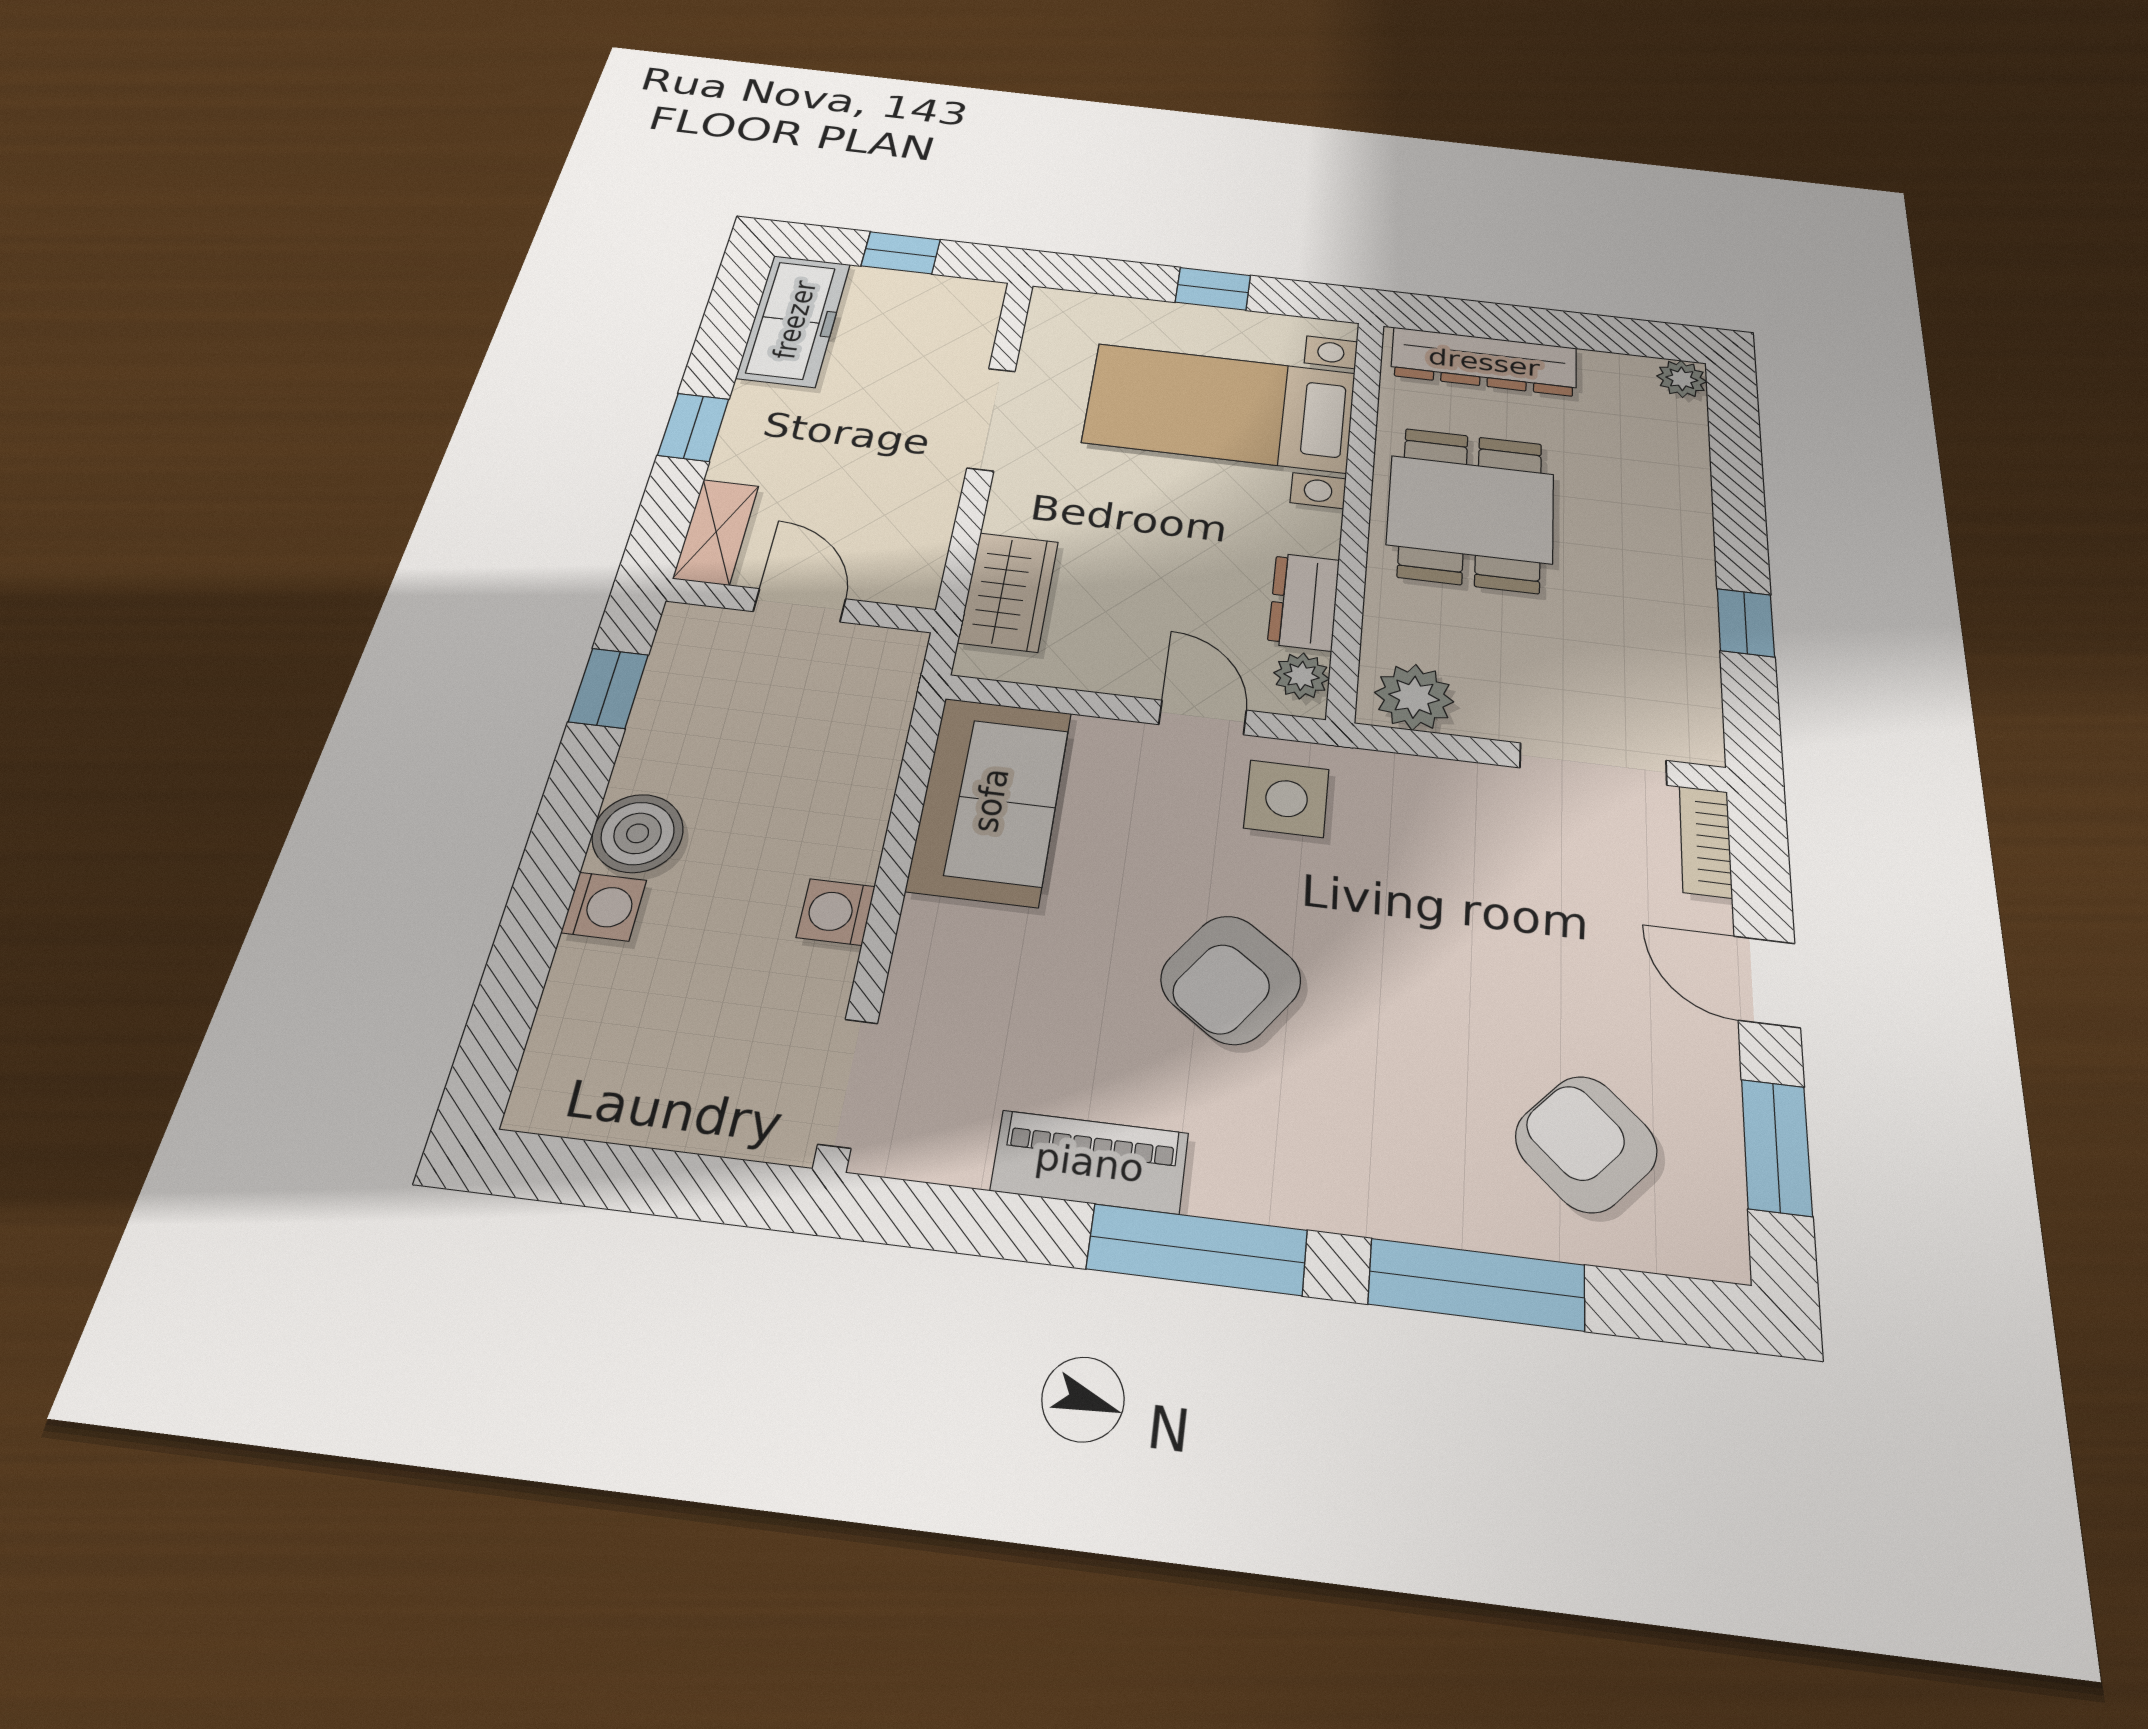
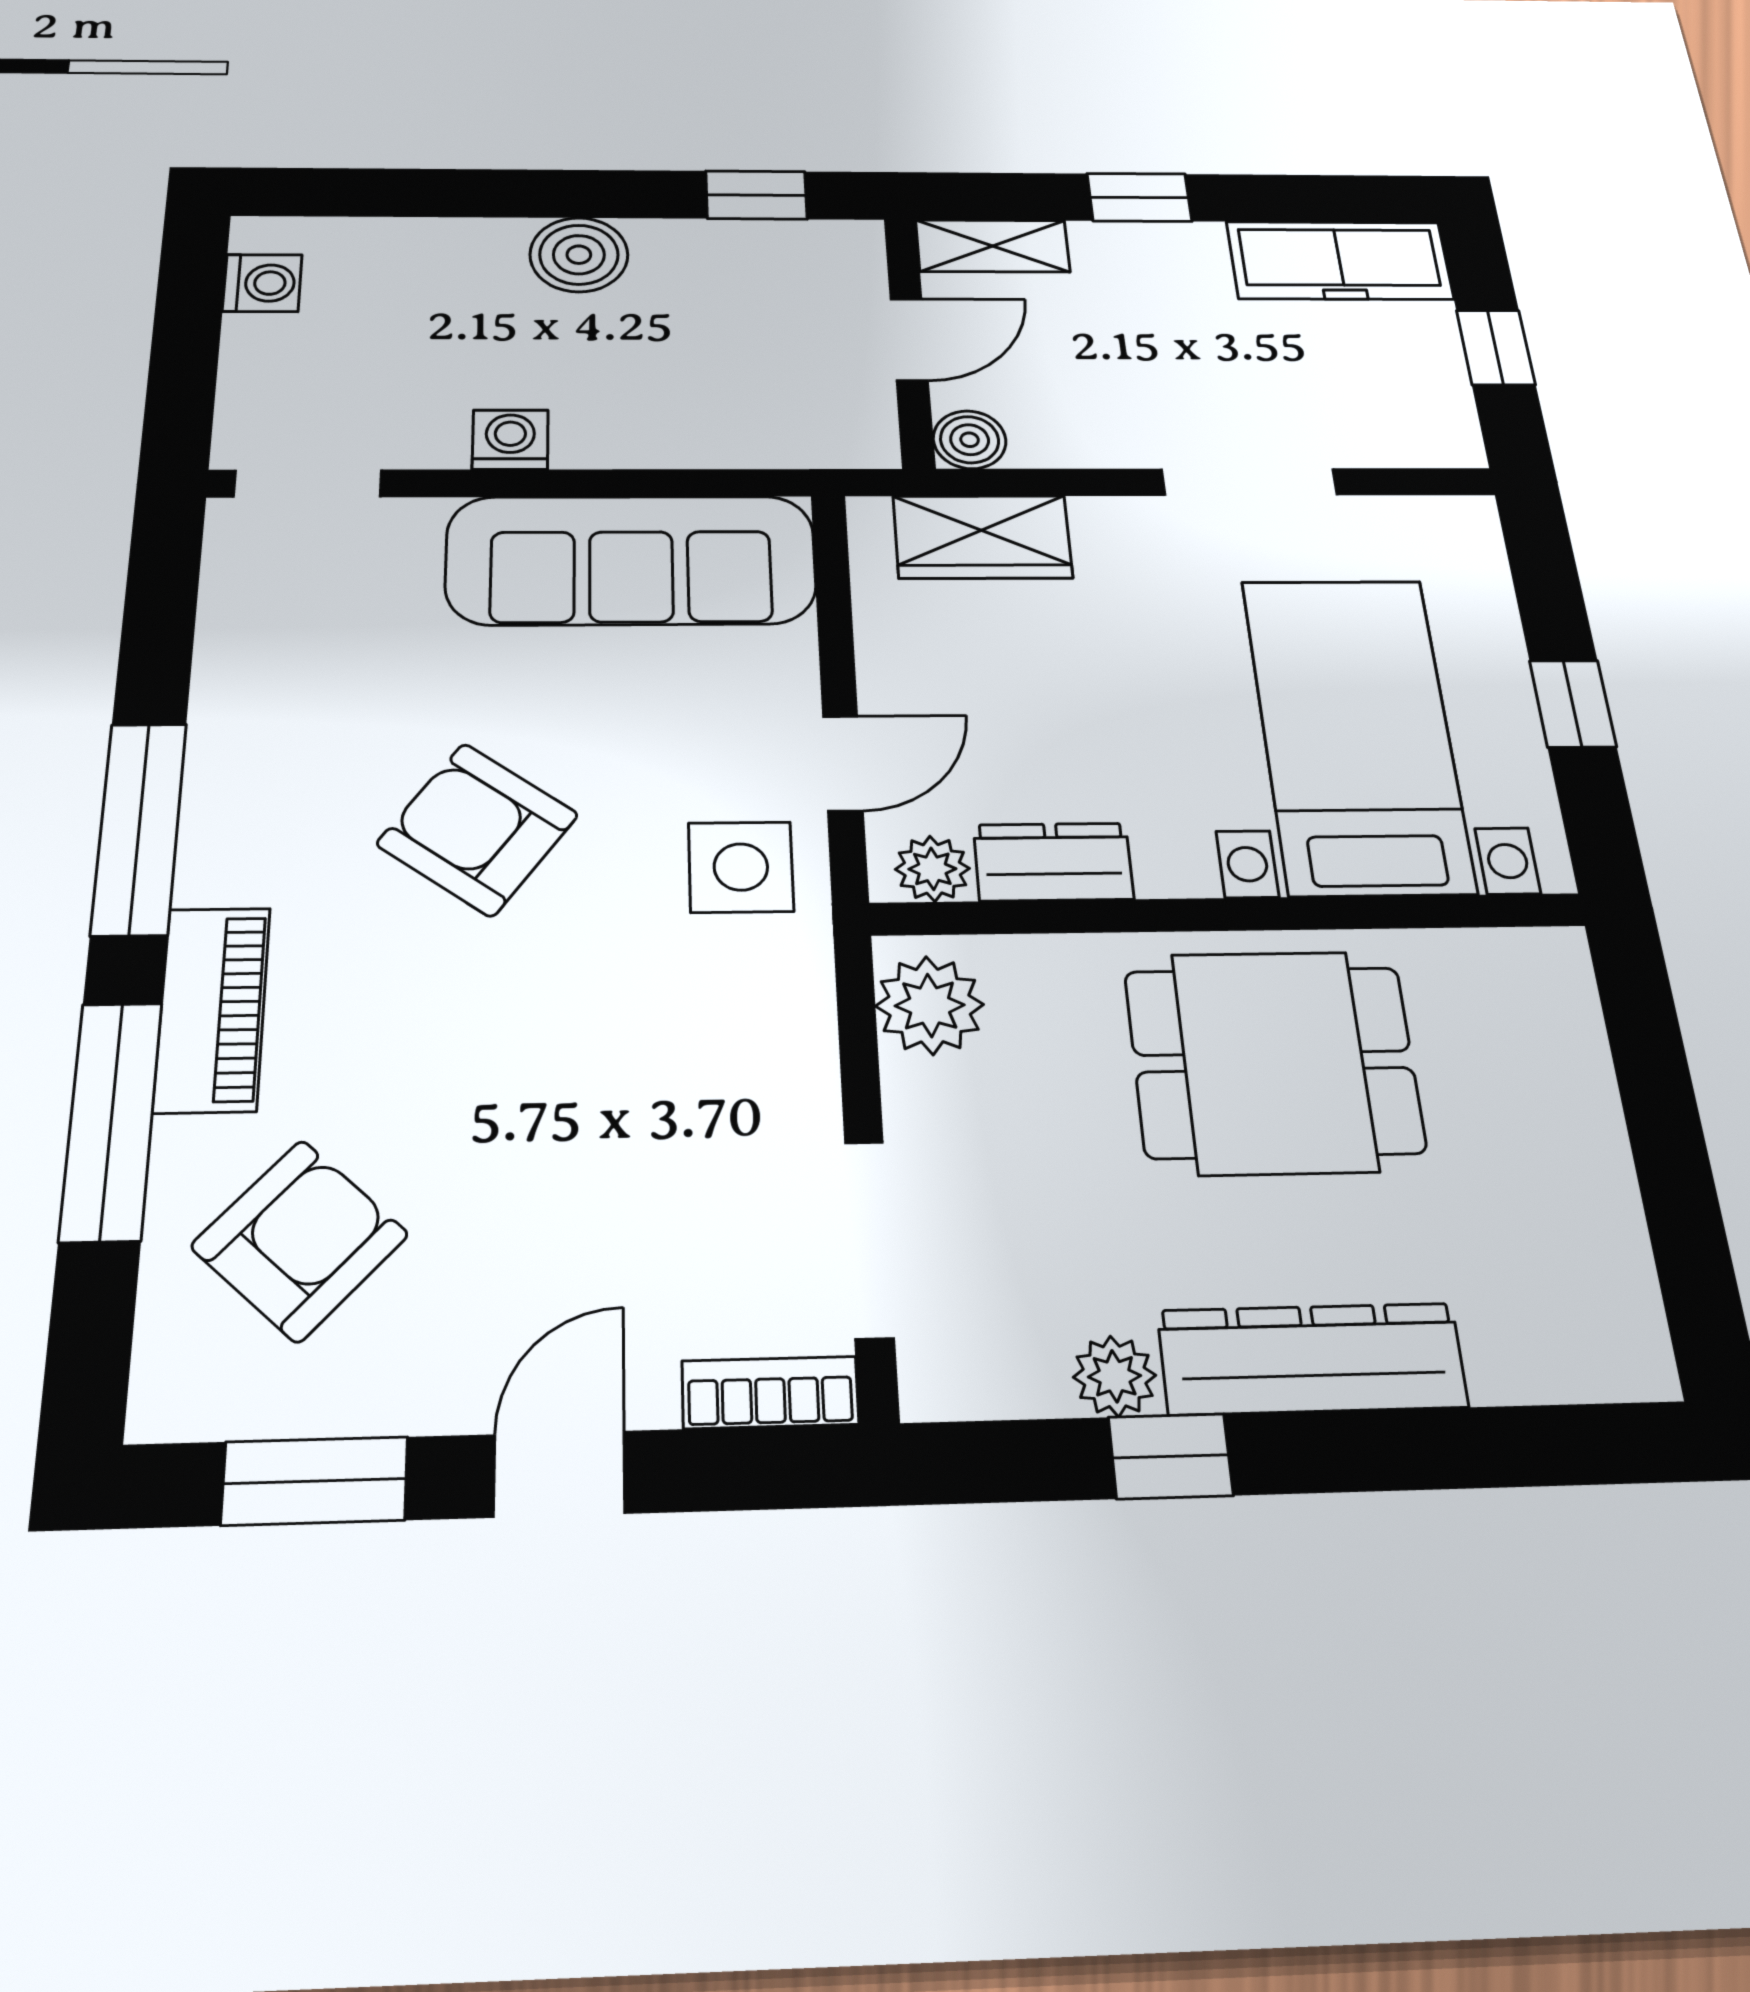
dresser: (1484, 362) -> (1312, 1359), moved, turned 90
plant: (1682, 379) -> (1115, 1376), moved
boiler: (912, 583) -> (970, 440), added
sofa: (990, 800) -> (631, 560), width x1.36
washing machine: (604, 906) -> (262, 283), moved, turned -90
piano: (1090, 1162) -> (212, 1009), moved

